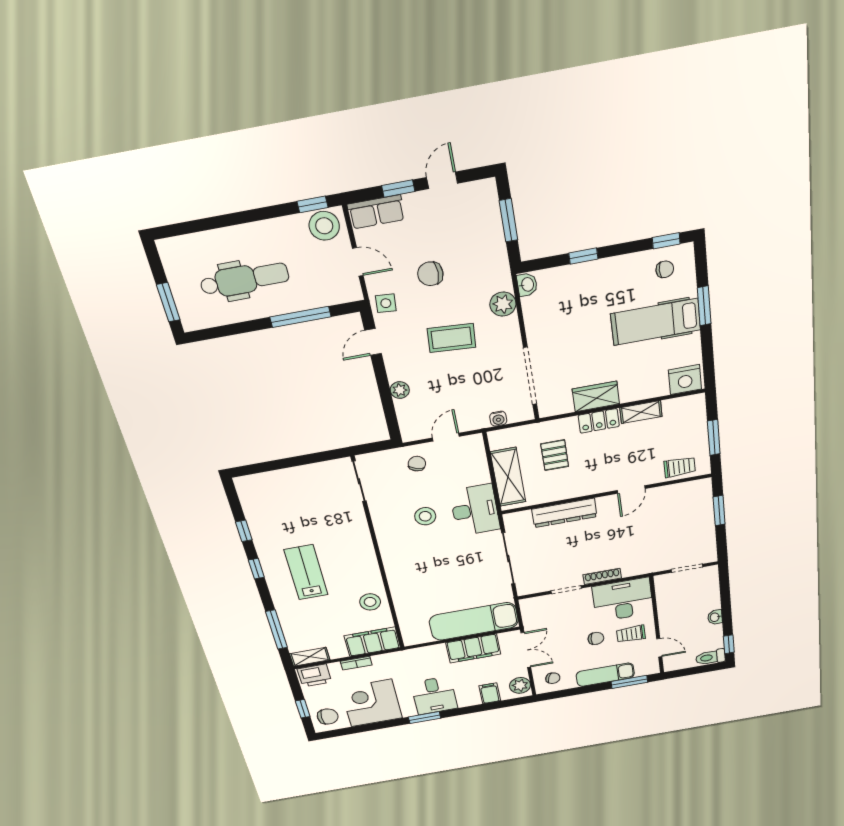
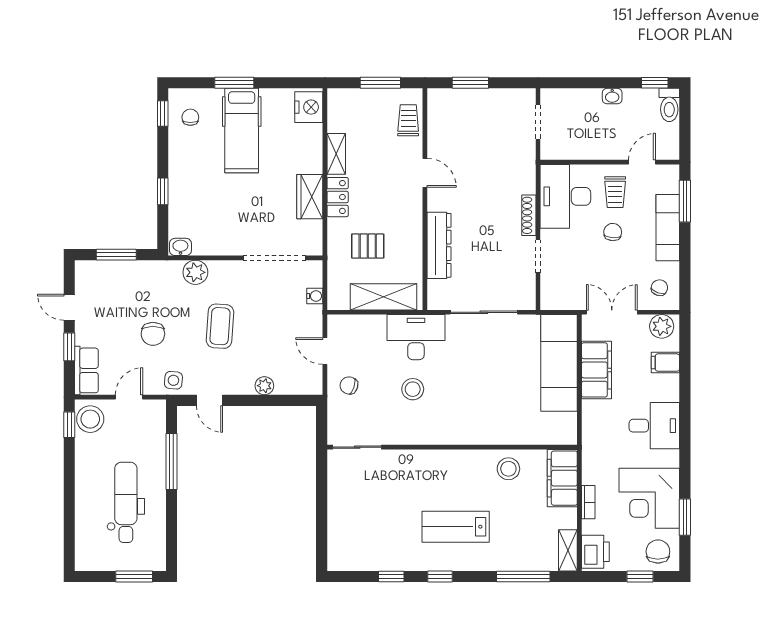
window: (424, 718) -> (685, 517), moved

